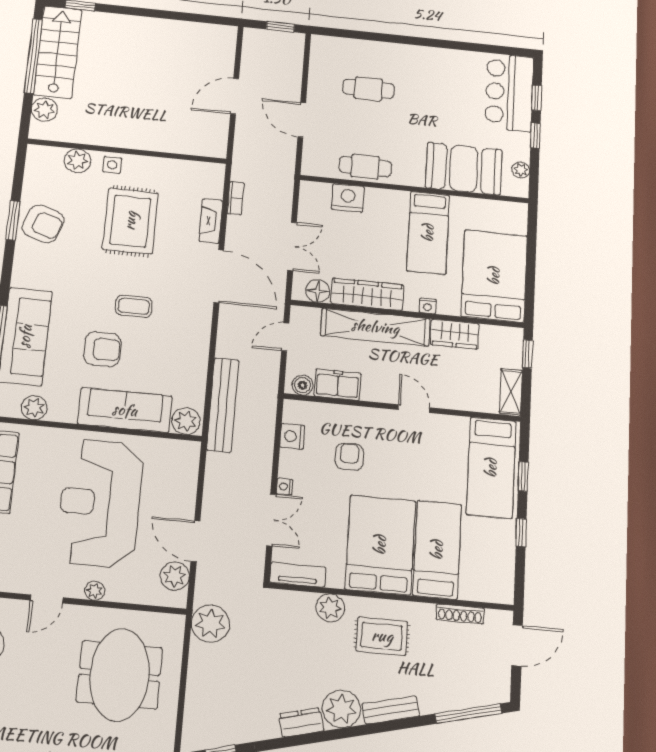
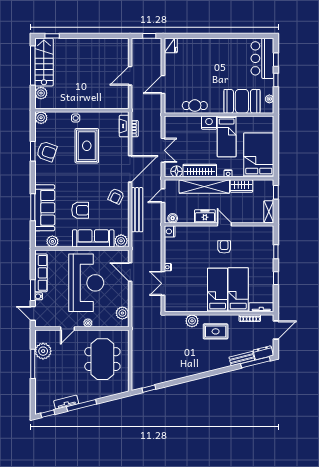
fridge: (323, 49) -> (171, 46), added
cafe table: (369, 89) -> (194, 64), removed
door: (302, 120) -> (163, 85), hinge flipped
plant: (77, 161) -> (41, 118), moved
nightstand: (348, 198) -> (209, 123), moved
fireplace: (211, 221) -> (124, 126), moved
door: (219, 276) -> (130, 169), hinge flipped
coffee table: (134, 306) -> (92, 188), removed
armchair: (184, 328) -> (116, 196), added
freezer: (337, 385) -> (205, 216), moved
bench: (223, 405) -> (137, 210), moved
nightstand: (292, 436) -> (170, 231), moved
armchair: (349, 457) -> (224, 247), moved
bed: (491, 468) -> (261, 249), removed
reception desk: (100, 503) -> (86, 283), turned 180
double door: (271, 520) -> (163, 283), swing flipped
door: (195, 541) -> (130, 272), moved
bed: (380, 545) -> (218, 290), width x0.67
tv unit: (298, 575) -> (261, 307), moved
plant: (210, 624) -> (140, 333), removed
plant: (341, 709) -> (200, 365), removed
bench: (391, 710) -> (242, 359), moved
dresser: (301, 722) -> (263, 353), moved

